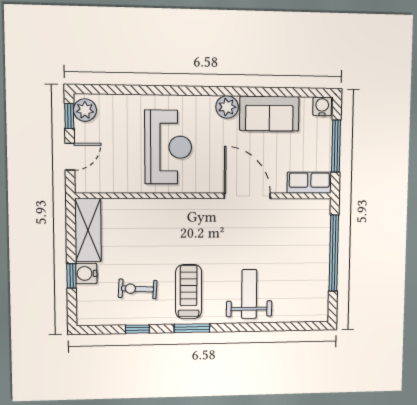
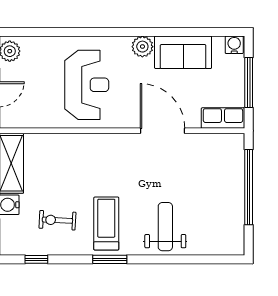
window: (137, 329) -> (36, 259), moved

